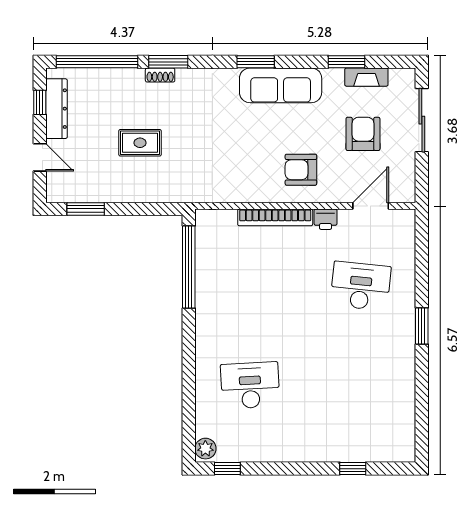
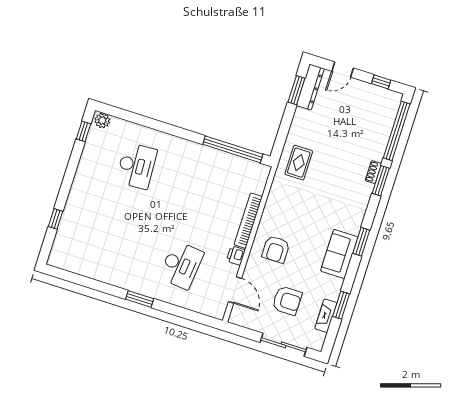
sofa: (281, 85) -> (339, 254), width x0.73
dresser: (56, 109) -> (310, 87), moved, turned -90
rug: (140, 143) -> (299, 163), moved
armchair: (301, 170) -> (276, 249), turned 180

